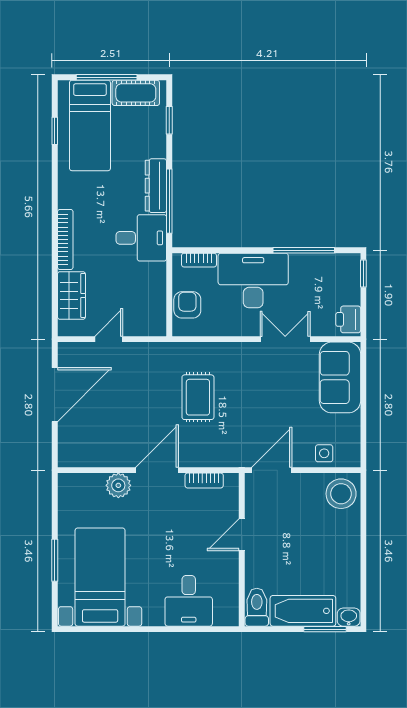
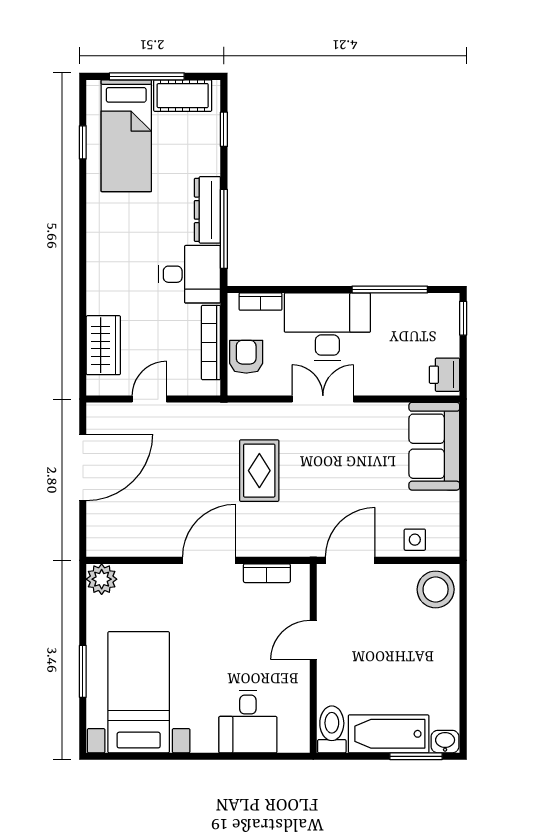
bookcase: (65, 239) -> (211, 342), moved, turned 180
double door: (285, 339) -> (323, 399), moved
plant: (118, 485) -> (102, 579), moved

